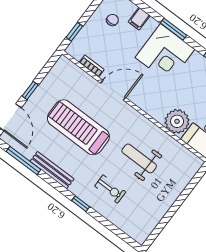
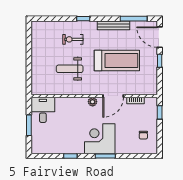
filing cabinet: (139, 19) -> (129, 147), removed
plant: (177, 121) -> (93, 102), moved, width x0.53, depth x0.53
weight bench: (139, 158) -> (70, 69), turned 180

